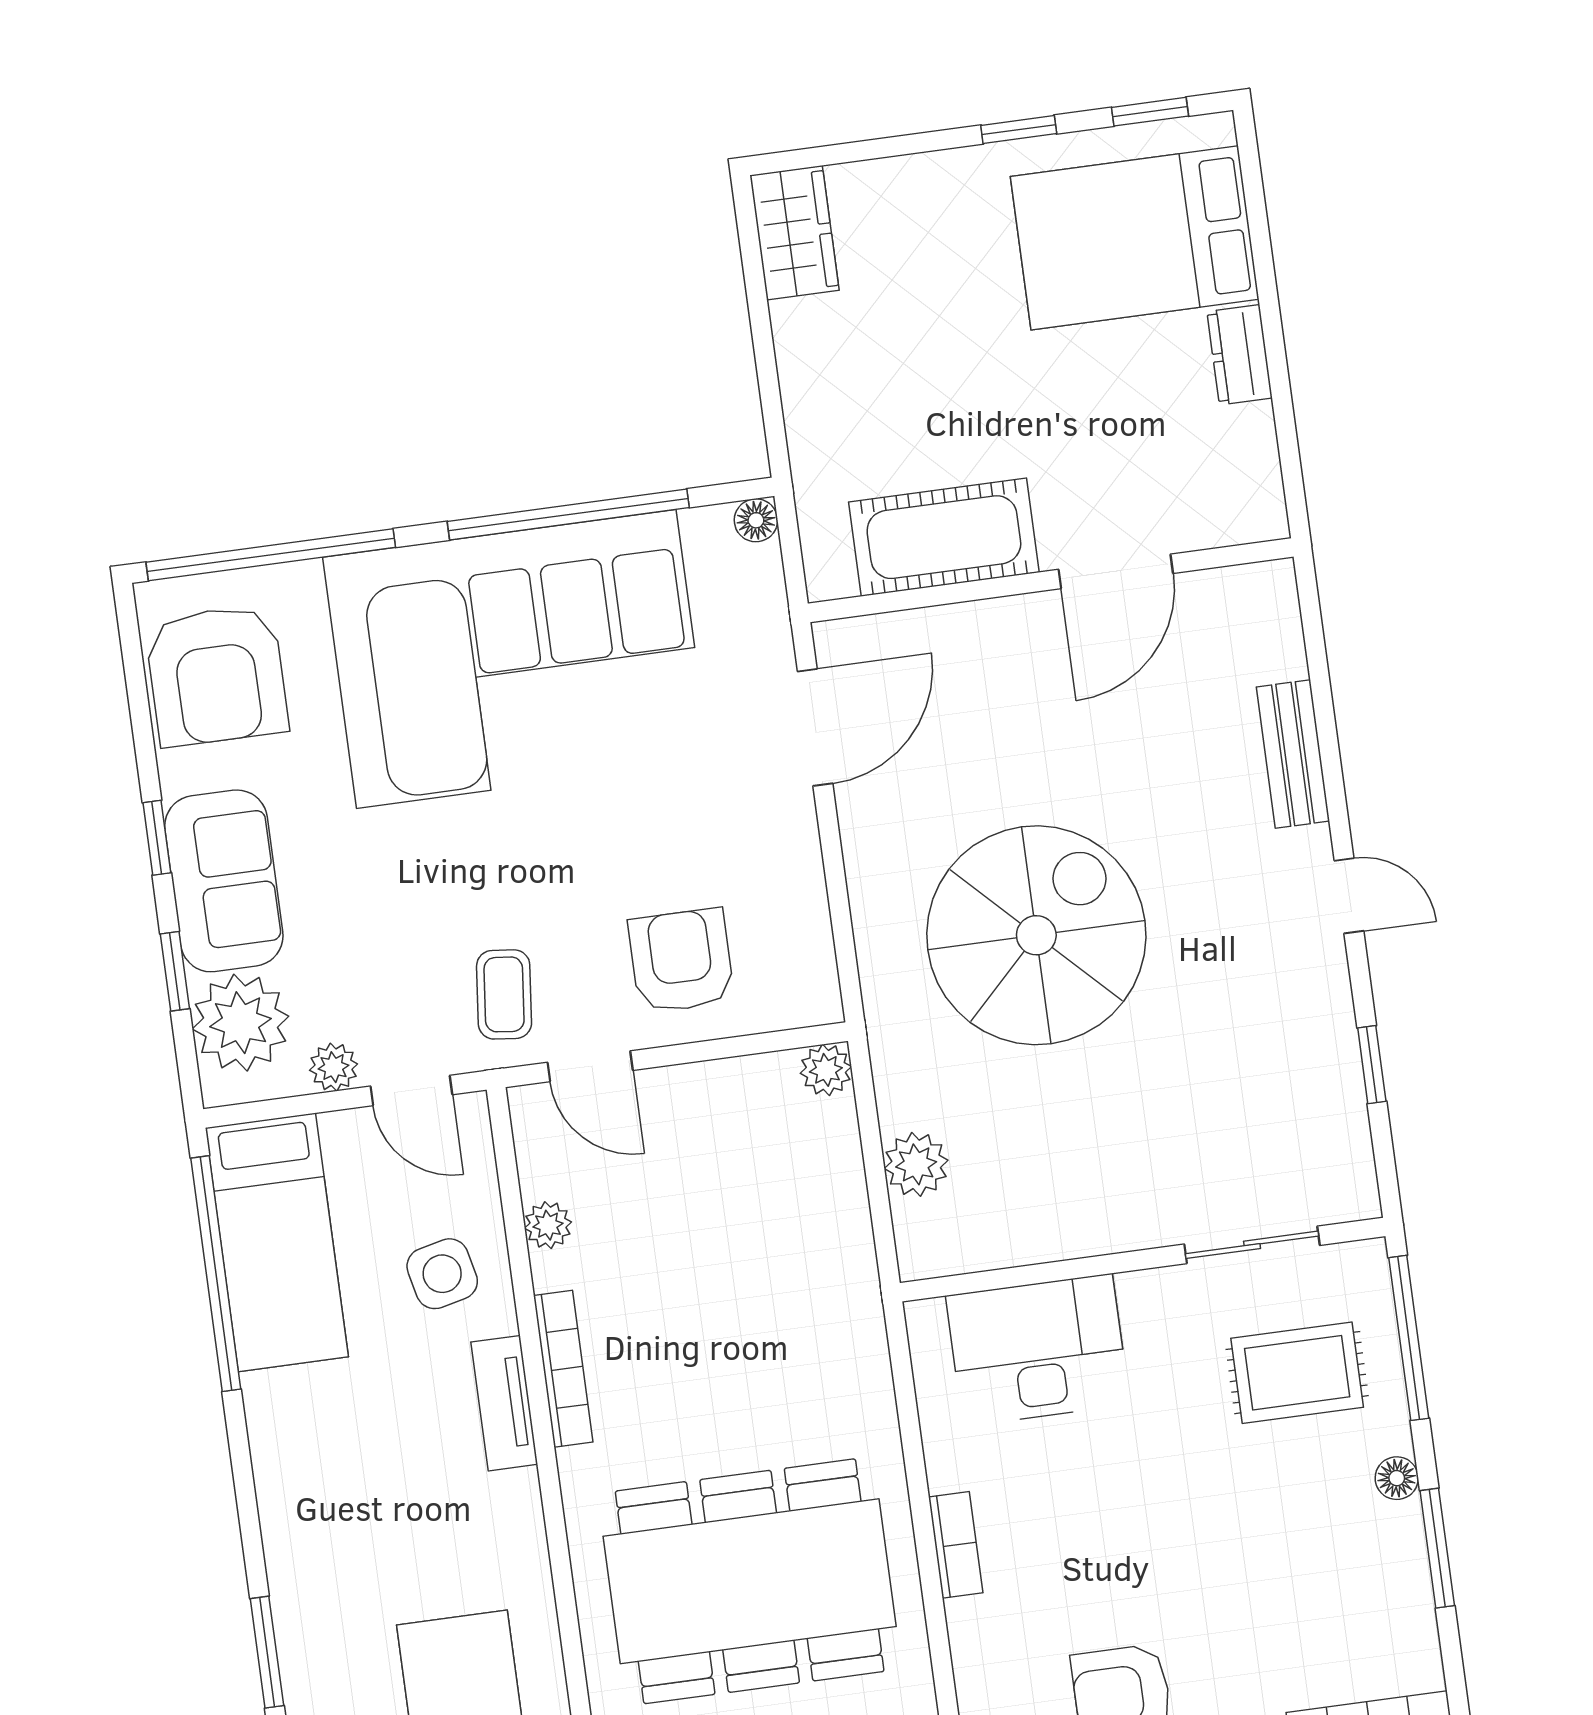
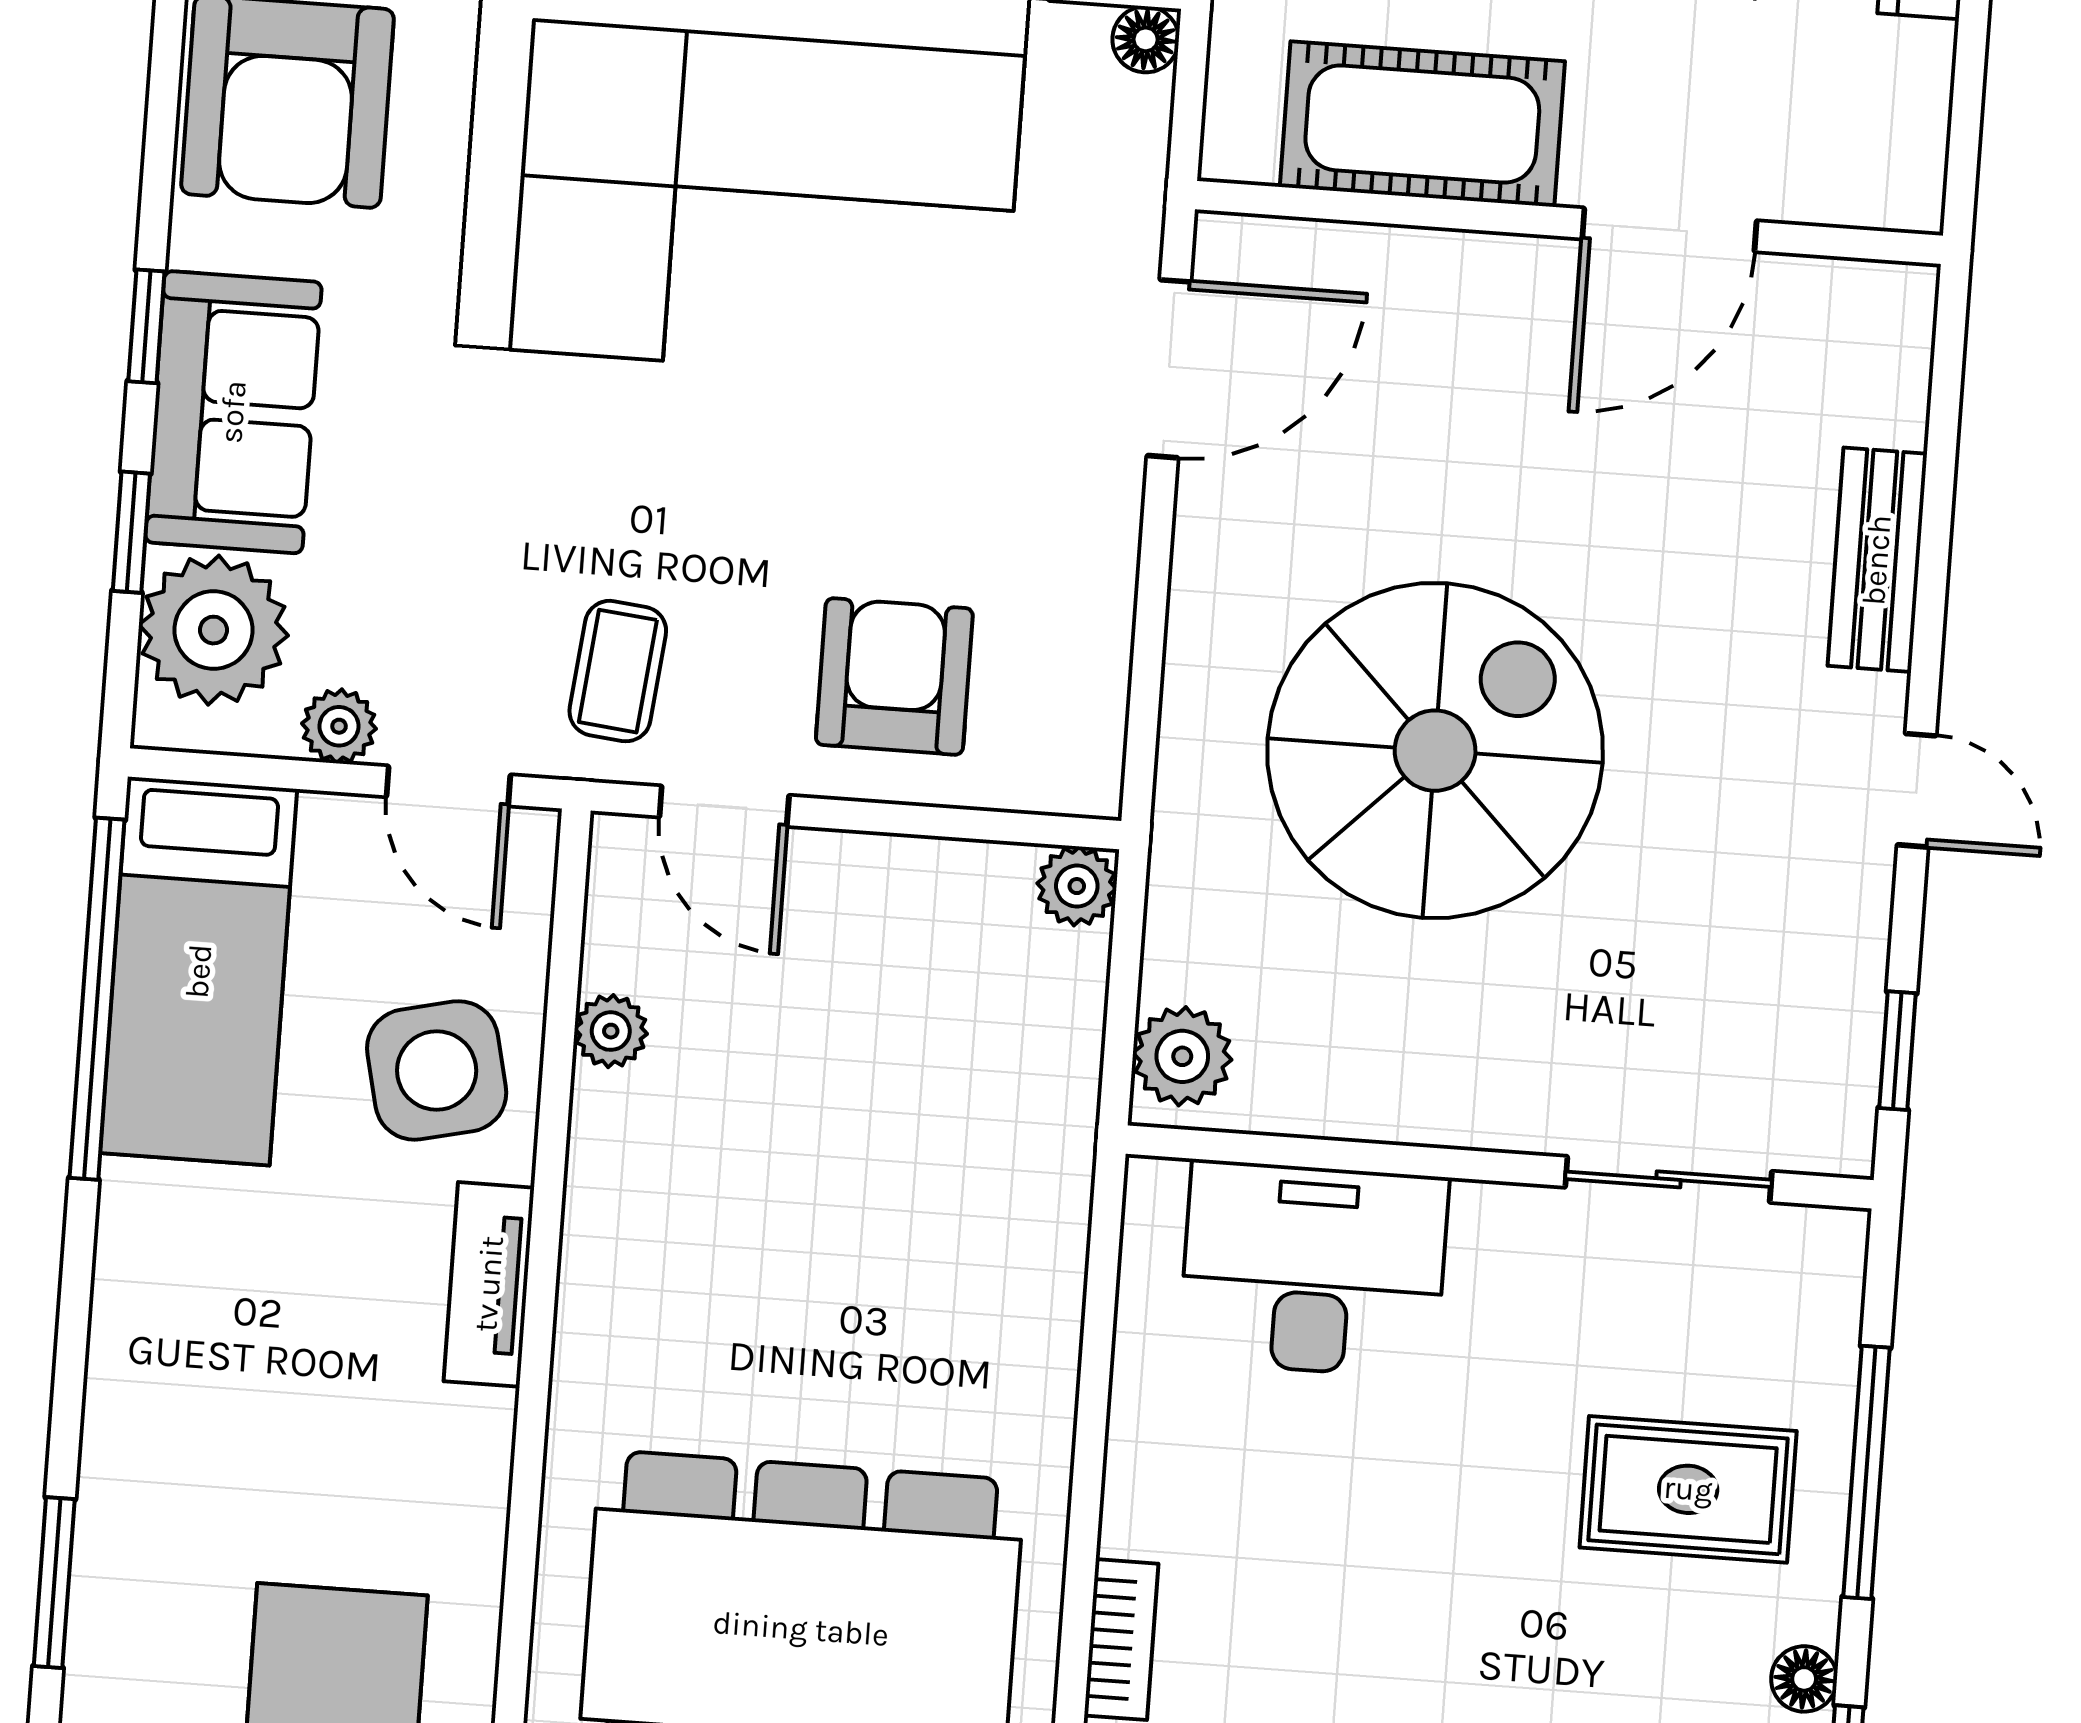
sliding door: (1252, 1245) -> (1668, 1179), moved
wall: (1143, 1260) -> (1500, 1167), moved
side table: (442, 1274) -> (437, 1070), width x1.37, depth x1.37
desk: (1038, 1350) -> (1314, 1269), moved
bookcase: (563, 1369) -> (588, 1251), removed

